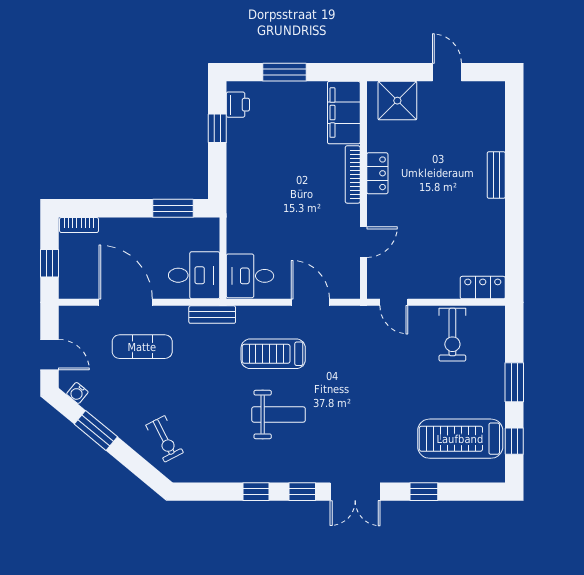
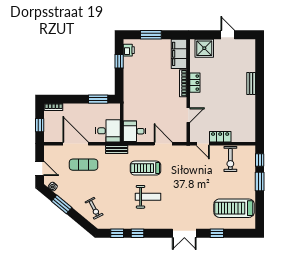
locker: (483, 288) -> (220, 137), moved
window: (514, 441) -> (260, 160), moved
window: (302, 492) -> (117, 233), moved

